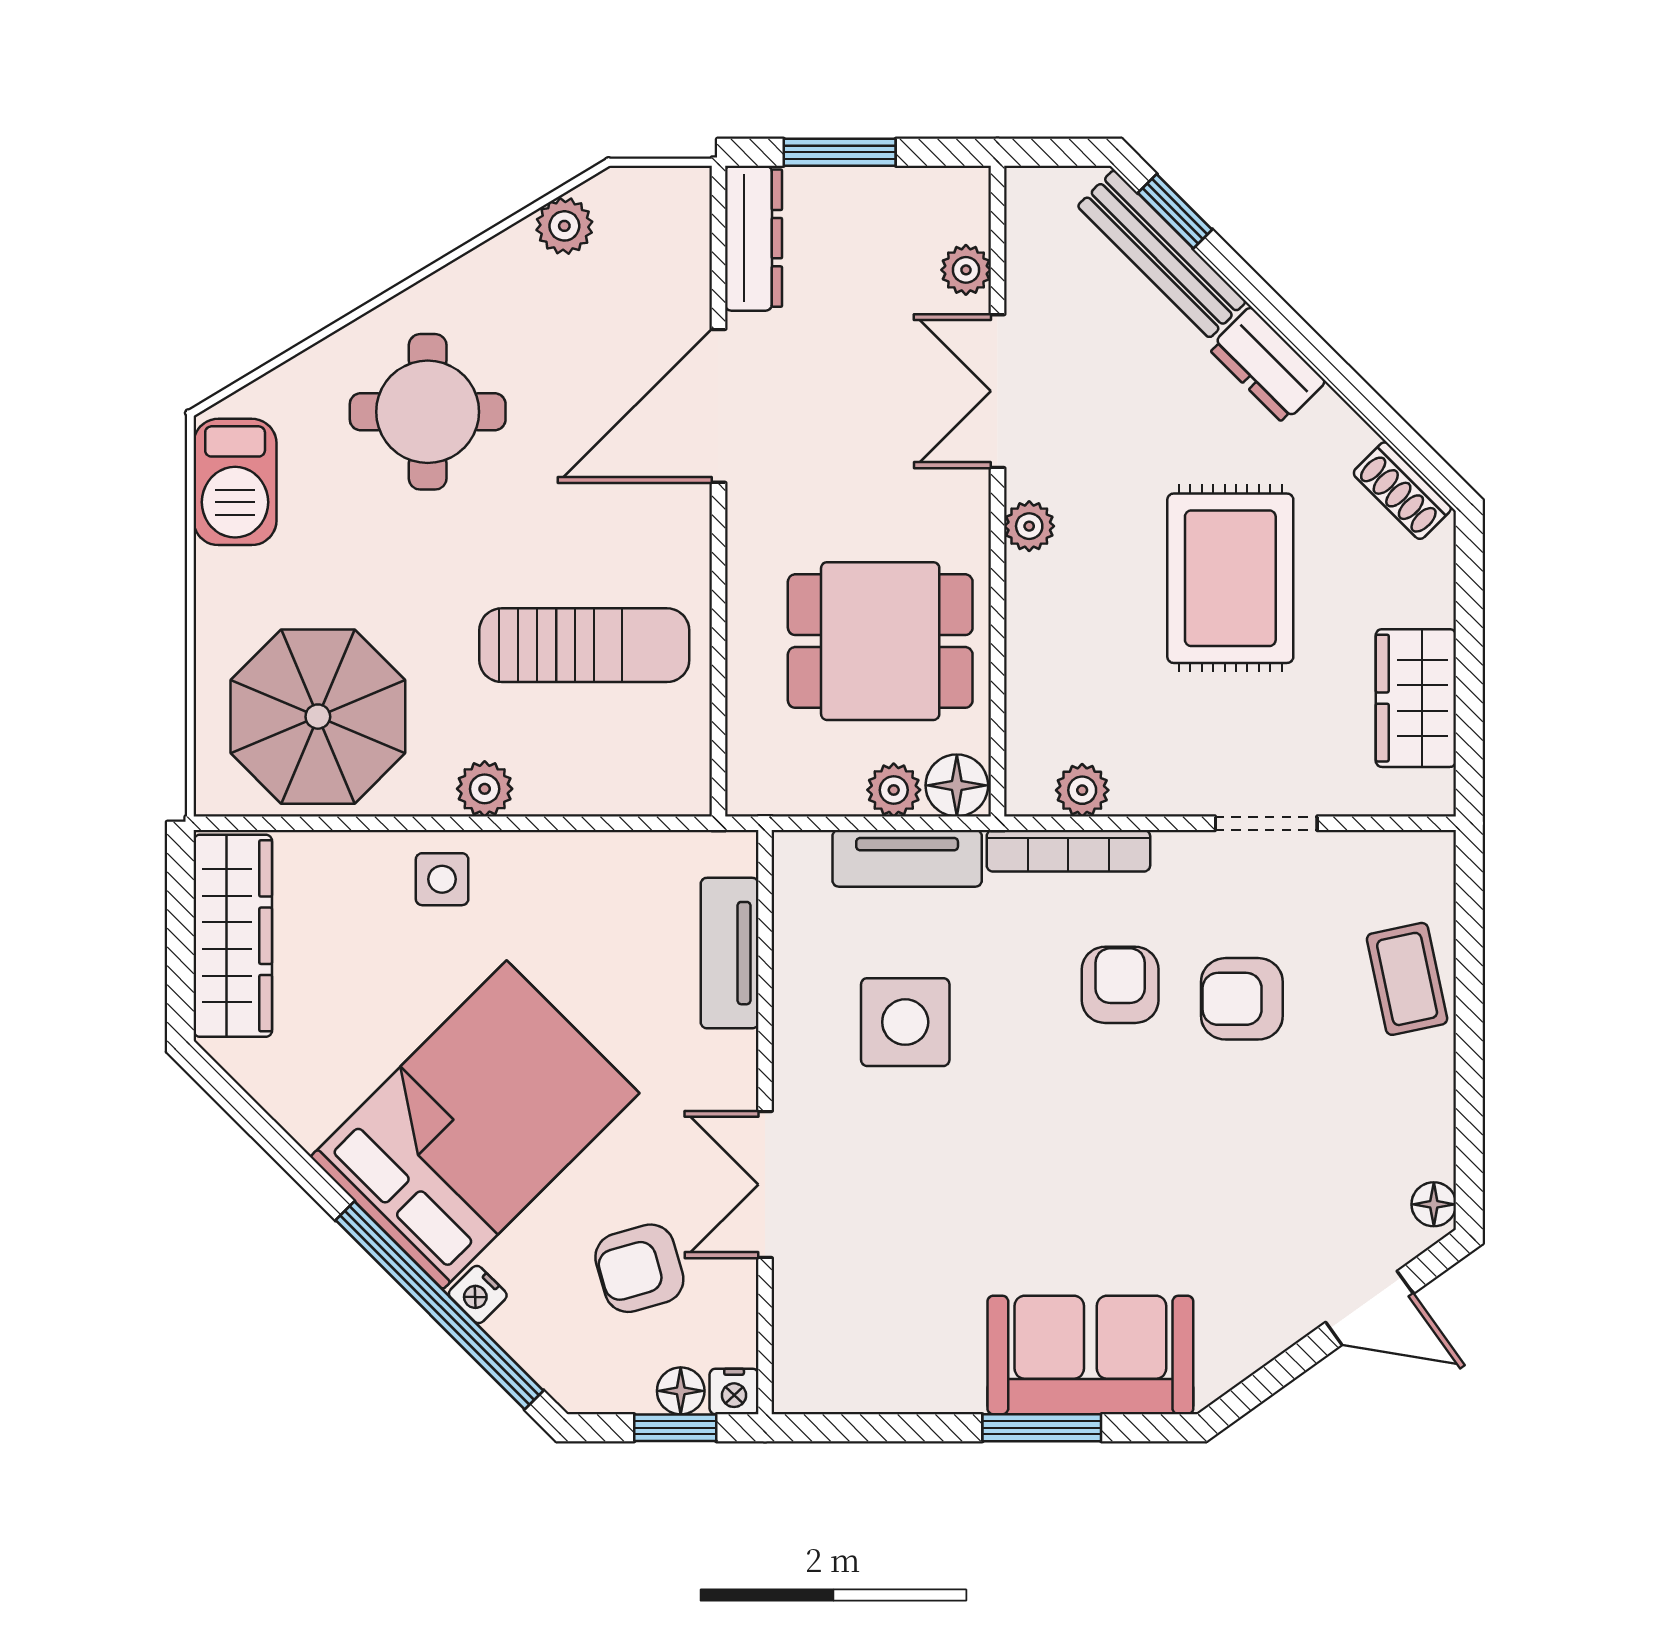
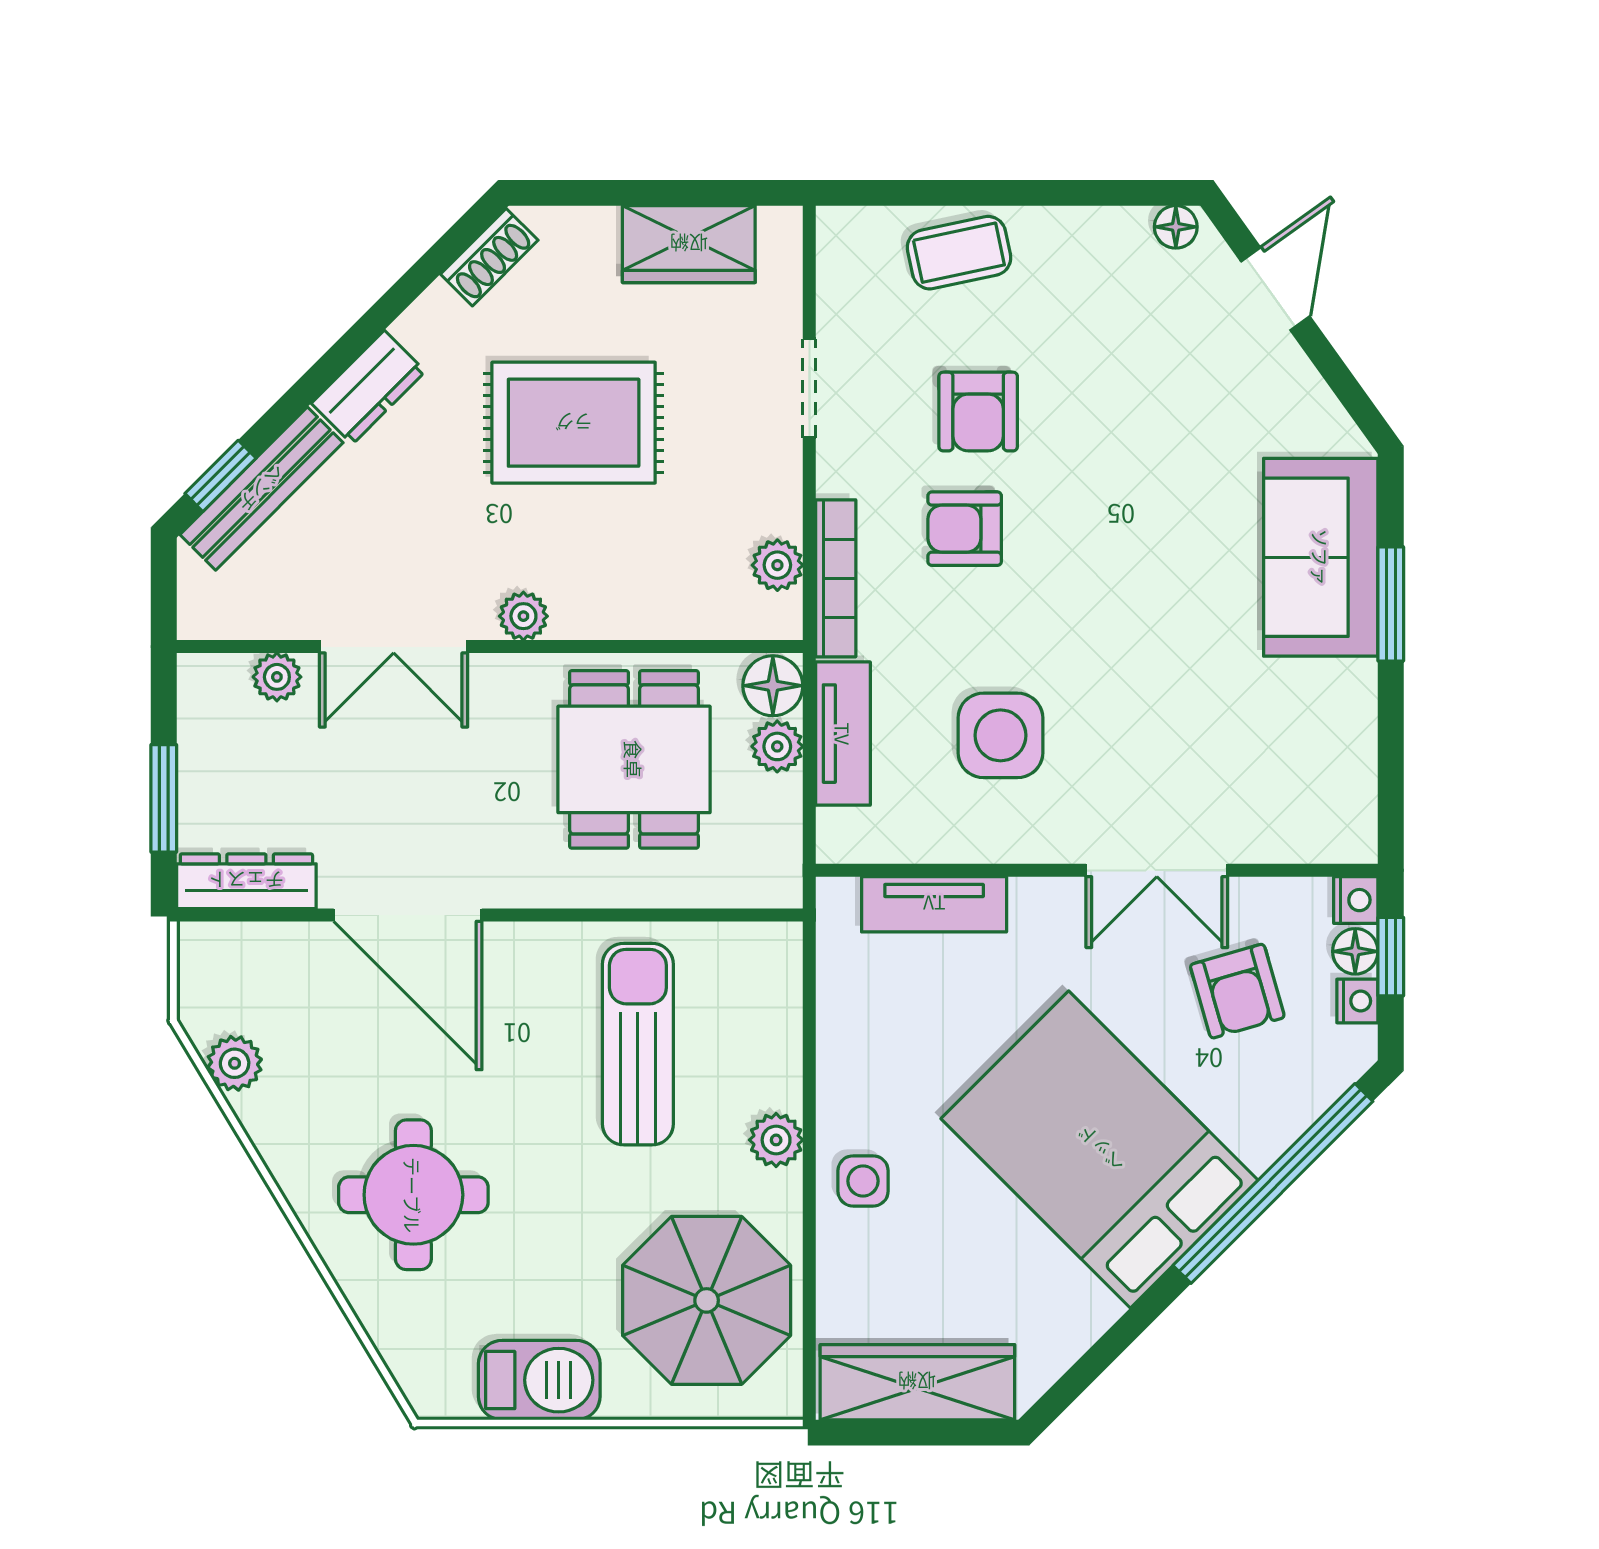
barbecue: (235, 482) -> (539, 1380), moved
nightstand: (478, 1294) -> (1357, 1001), moved, turned -45

